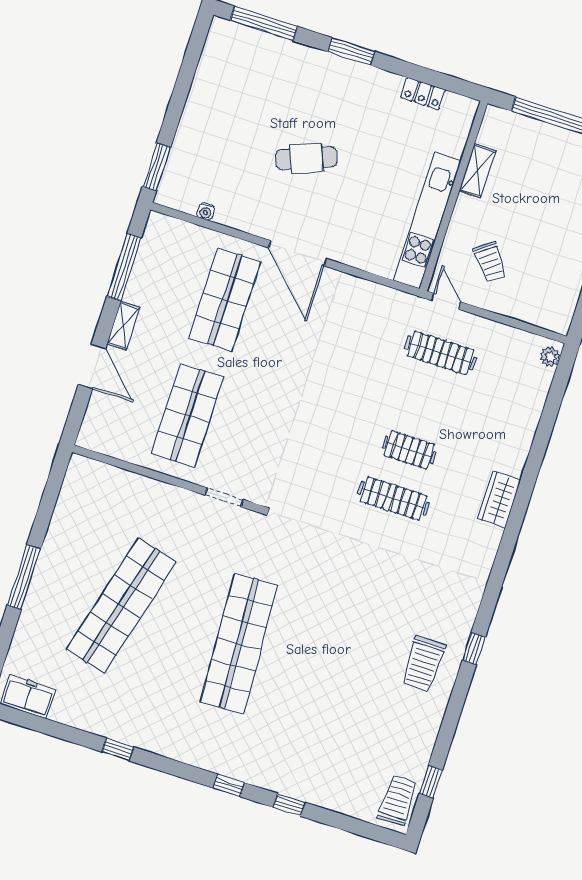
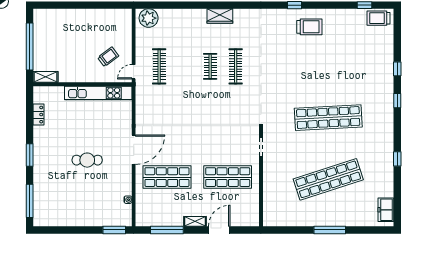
cafe table: (306, 158) -> (87, 160), turned -69
shelving: (477, 171) -> (46, 77), moved
plant: (550, 357) -> (149, 18), width x1.88, depth x1.88
shop shelf: (121, 605) -> (328, 179), turned -33

